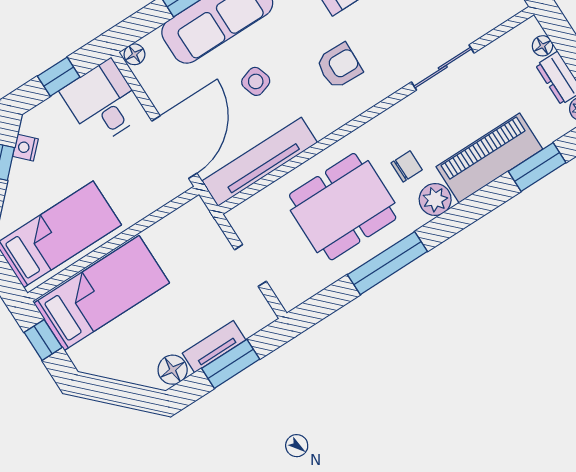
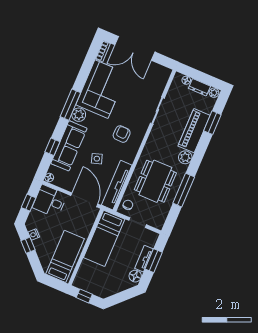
chair: (407, 166) -> (128, 205), moved
bed: (102, 293) -> (104, 238), moved, turned 180

